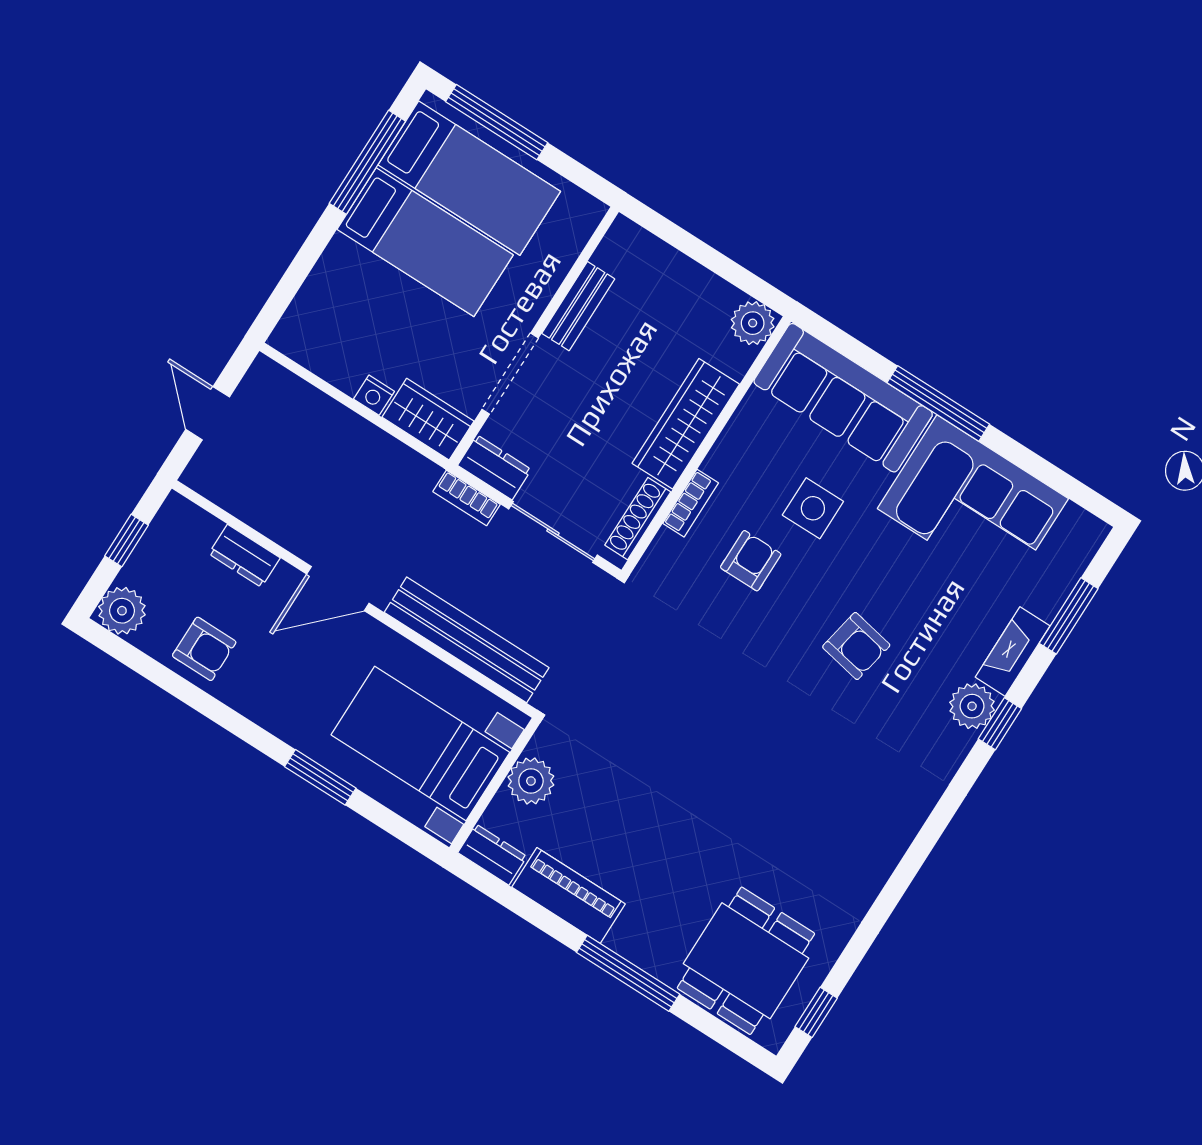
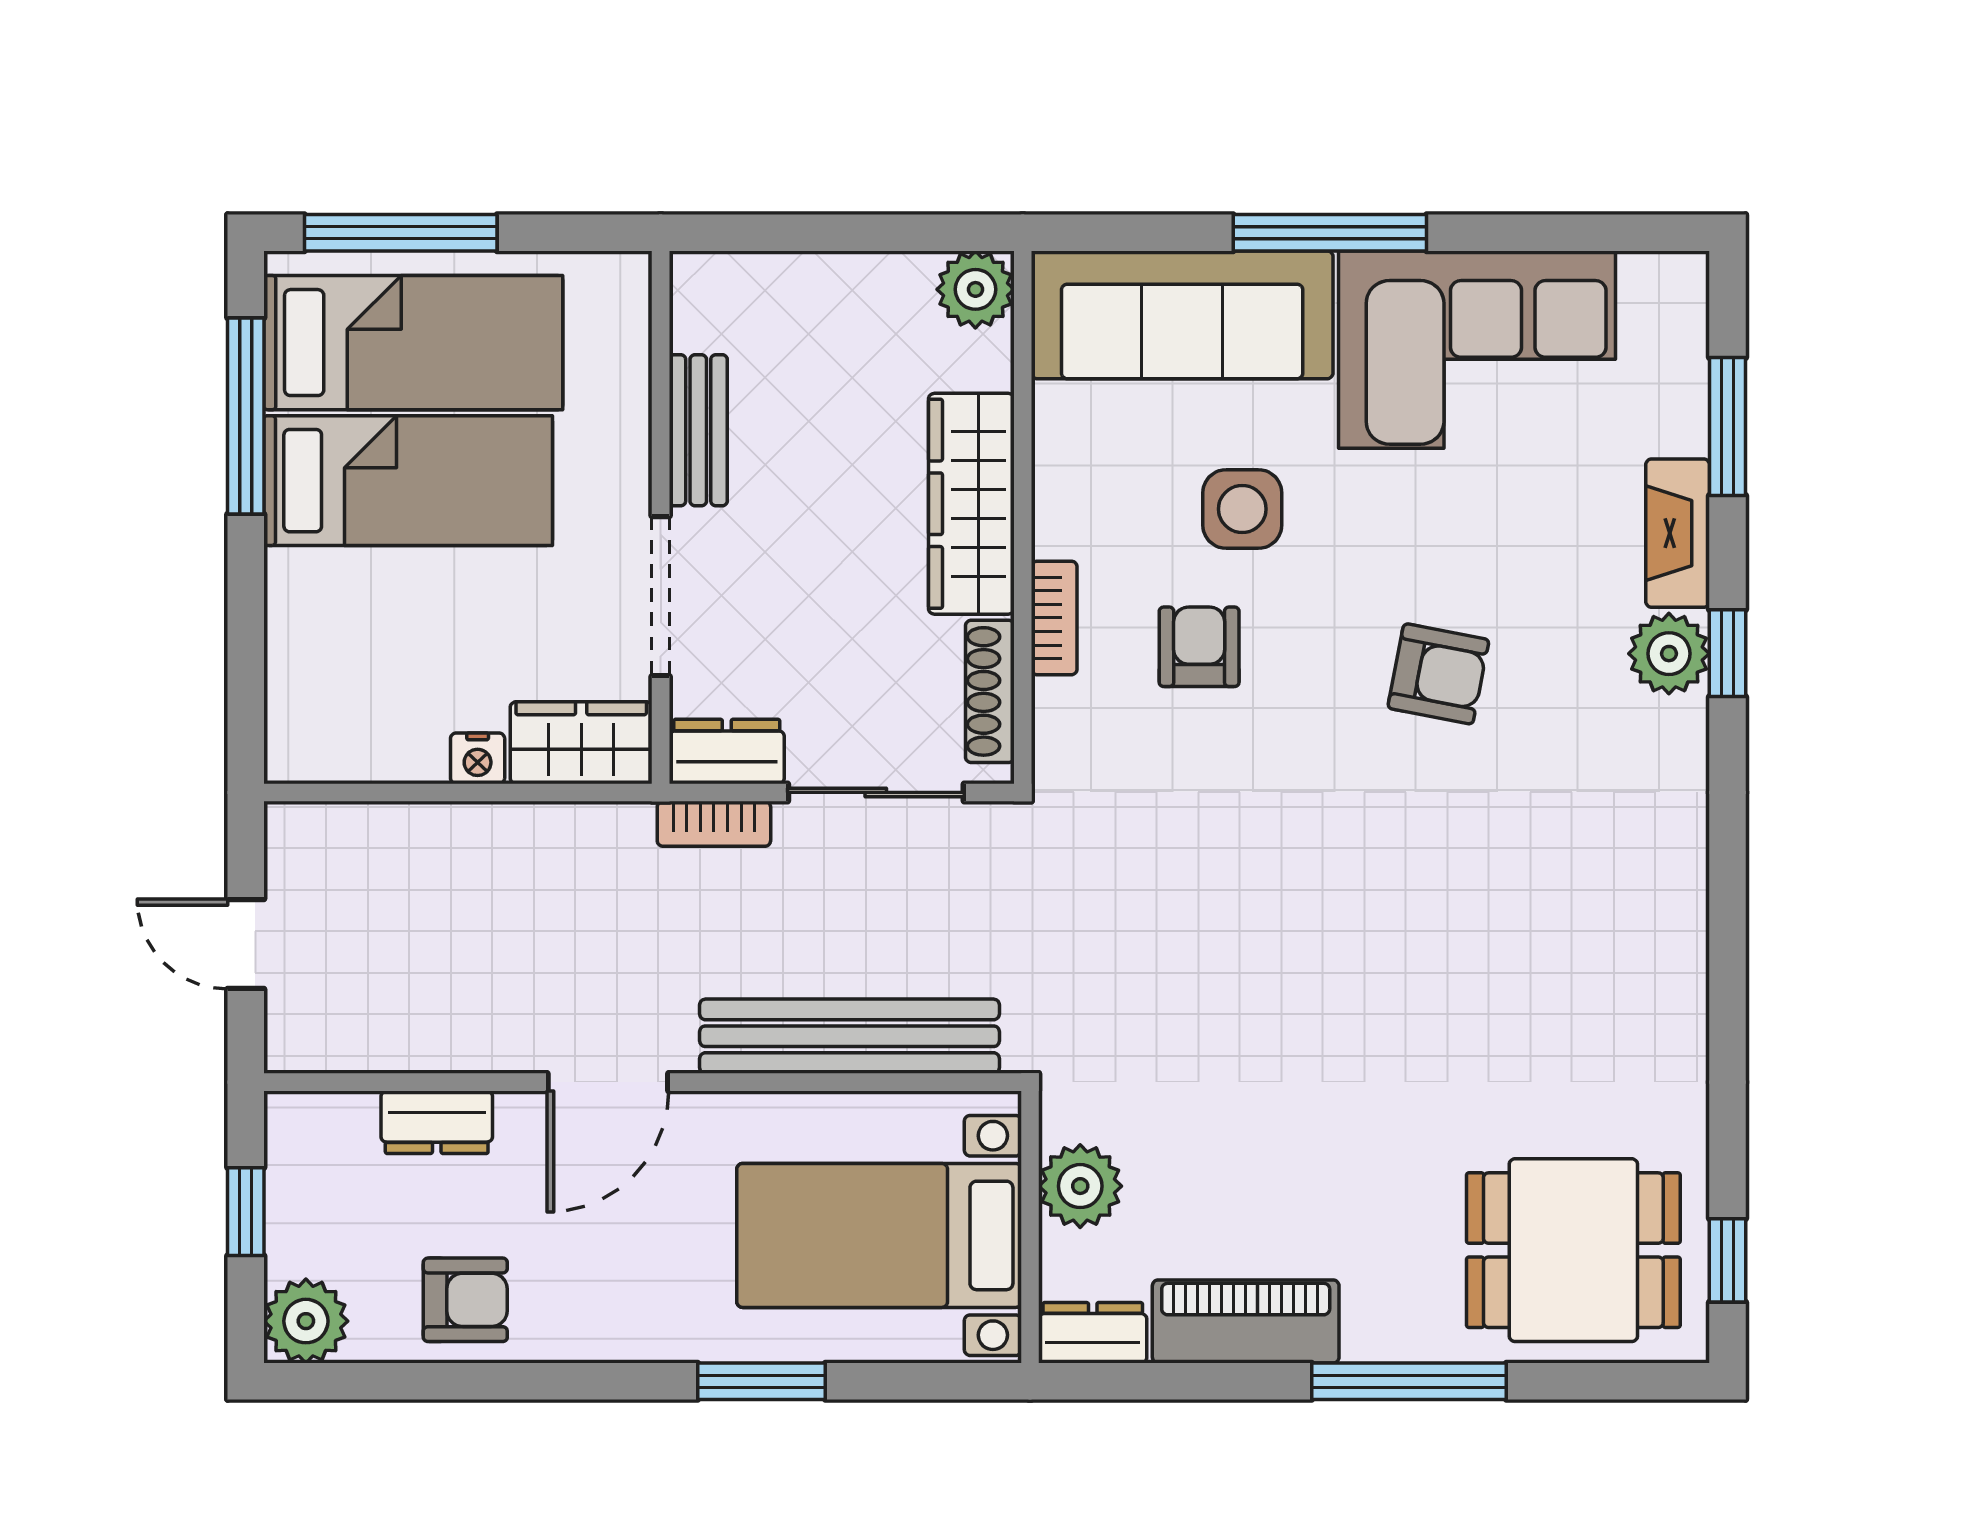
dining table: (746, 961) -> (1573, 1250), turned 90

